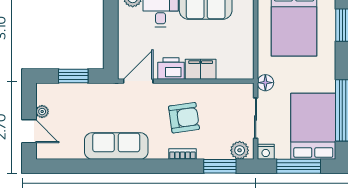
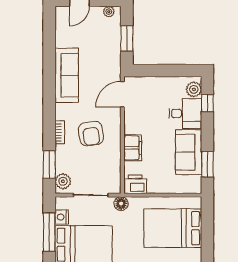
printer: (171, 69) -> (135, 184), moved, turned -90
door: (138, 81) -> (122, 94), swing flipped
plant: (42, 112) -> (109, 12), moved
nightstand: (266, 152) -> (62, 217), moved

